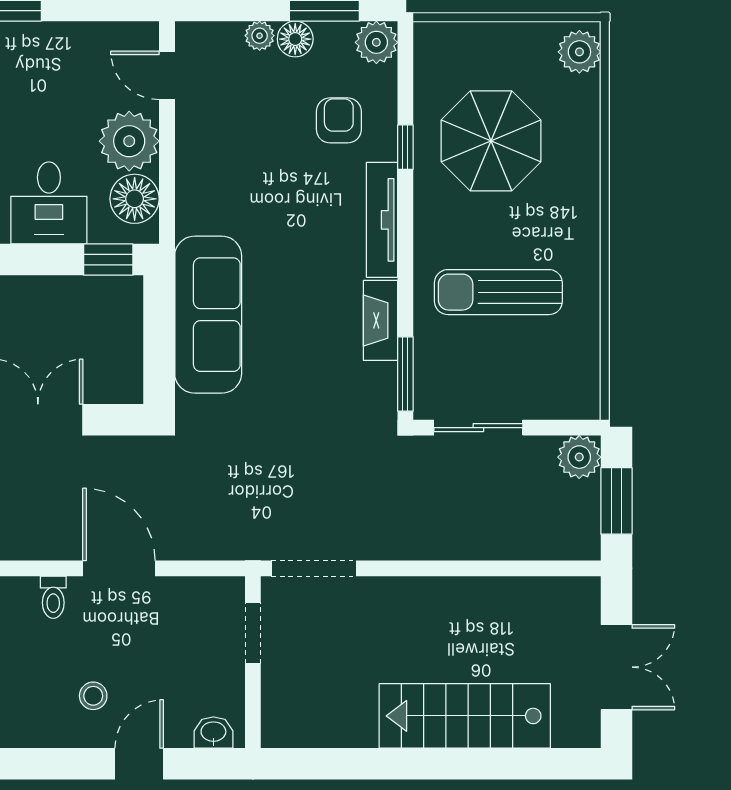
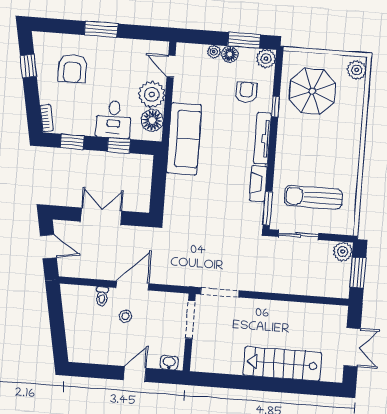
parasol: (491, 141) -> (312, 91), moved
window: (108, 260) -> (119, 145), moved
sun lounger: (498, 292) -> (313, 197), moved
sofa: (208, 315) -> (184, 139), moved
door: (119, 568) -> (132, 286), hinge flipped
doorway: (253, 633) -> (190, 319), width x1.38
stool: (93, 696) -> (125, 316), moved

